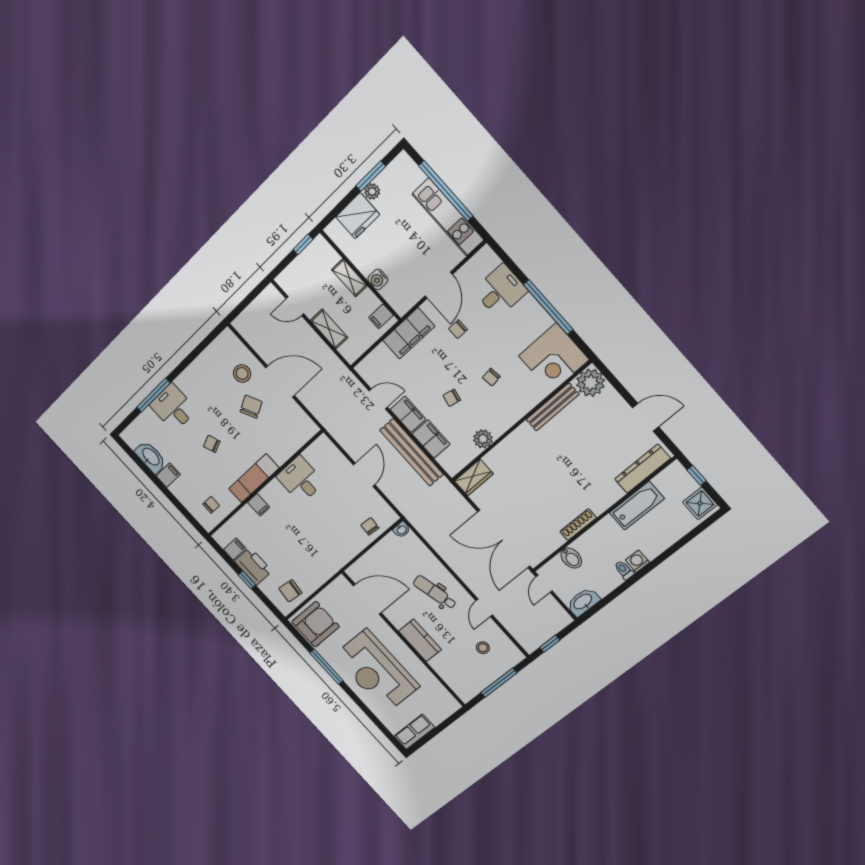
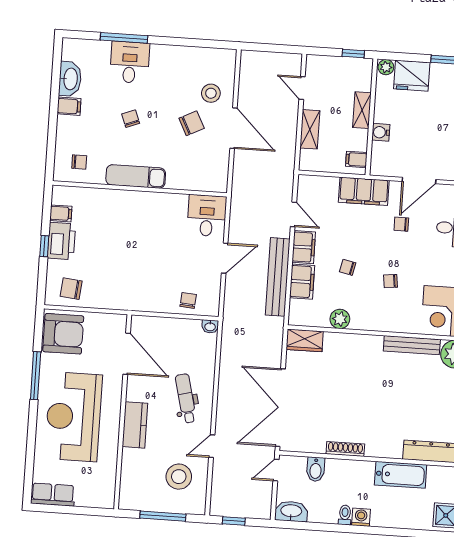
plant: (372, 191) -> (386, 67), moved
desk: (300, 480) -> (207, 216), moved
filing cabinet: (259, 505) -> (118, 199), removed
stool: (483, 648) -> (179, 477), width x1.89, depth x1.89

